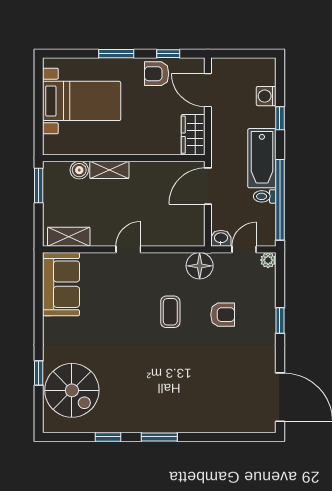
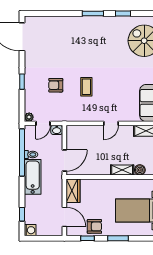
washing machine: (266, 96) -> (30, 230), moved
window: (280, 118) -> (22, 214), moved
floor lamp: (200, 266) -> (69, 114), removed

